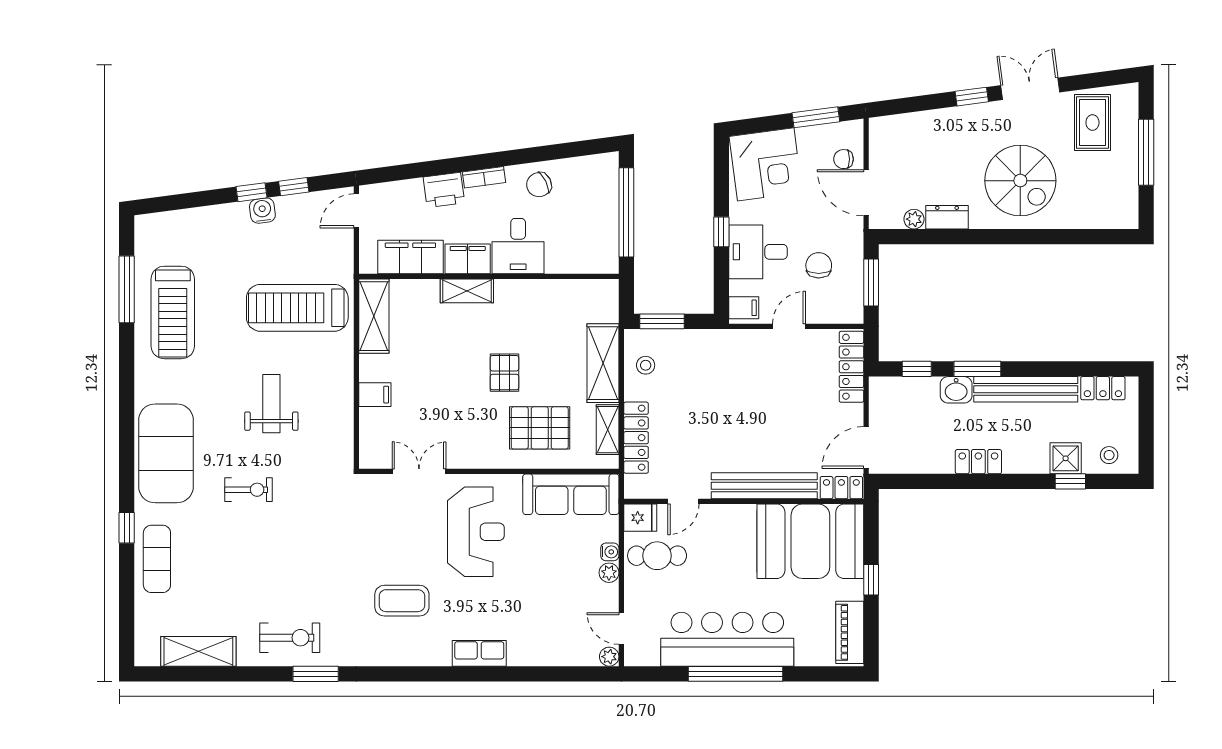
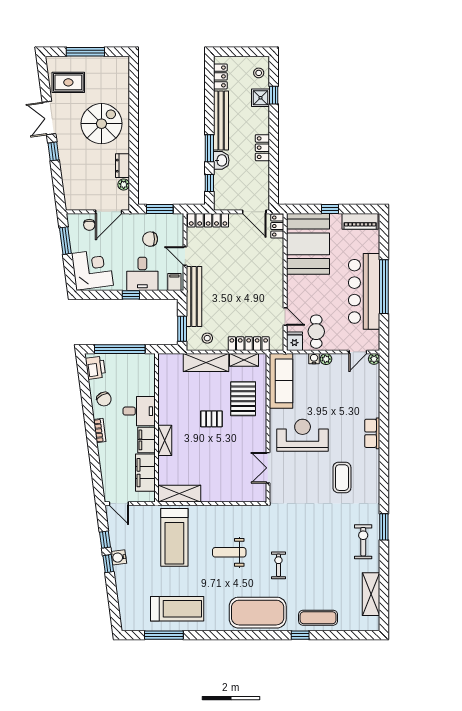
printer: (444, 190) -> (96, 368), moved
filing cabinet: (375, 395) -> (224, 493), removed
bench: (764, 486) -> (194, 296), moved

